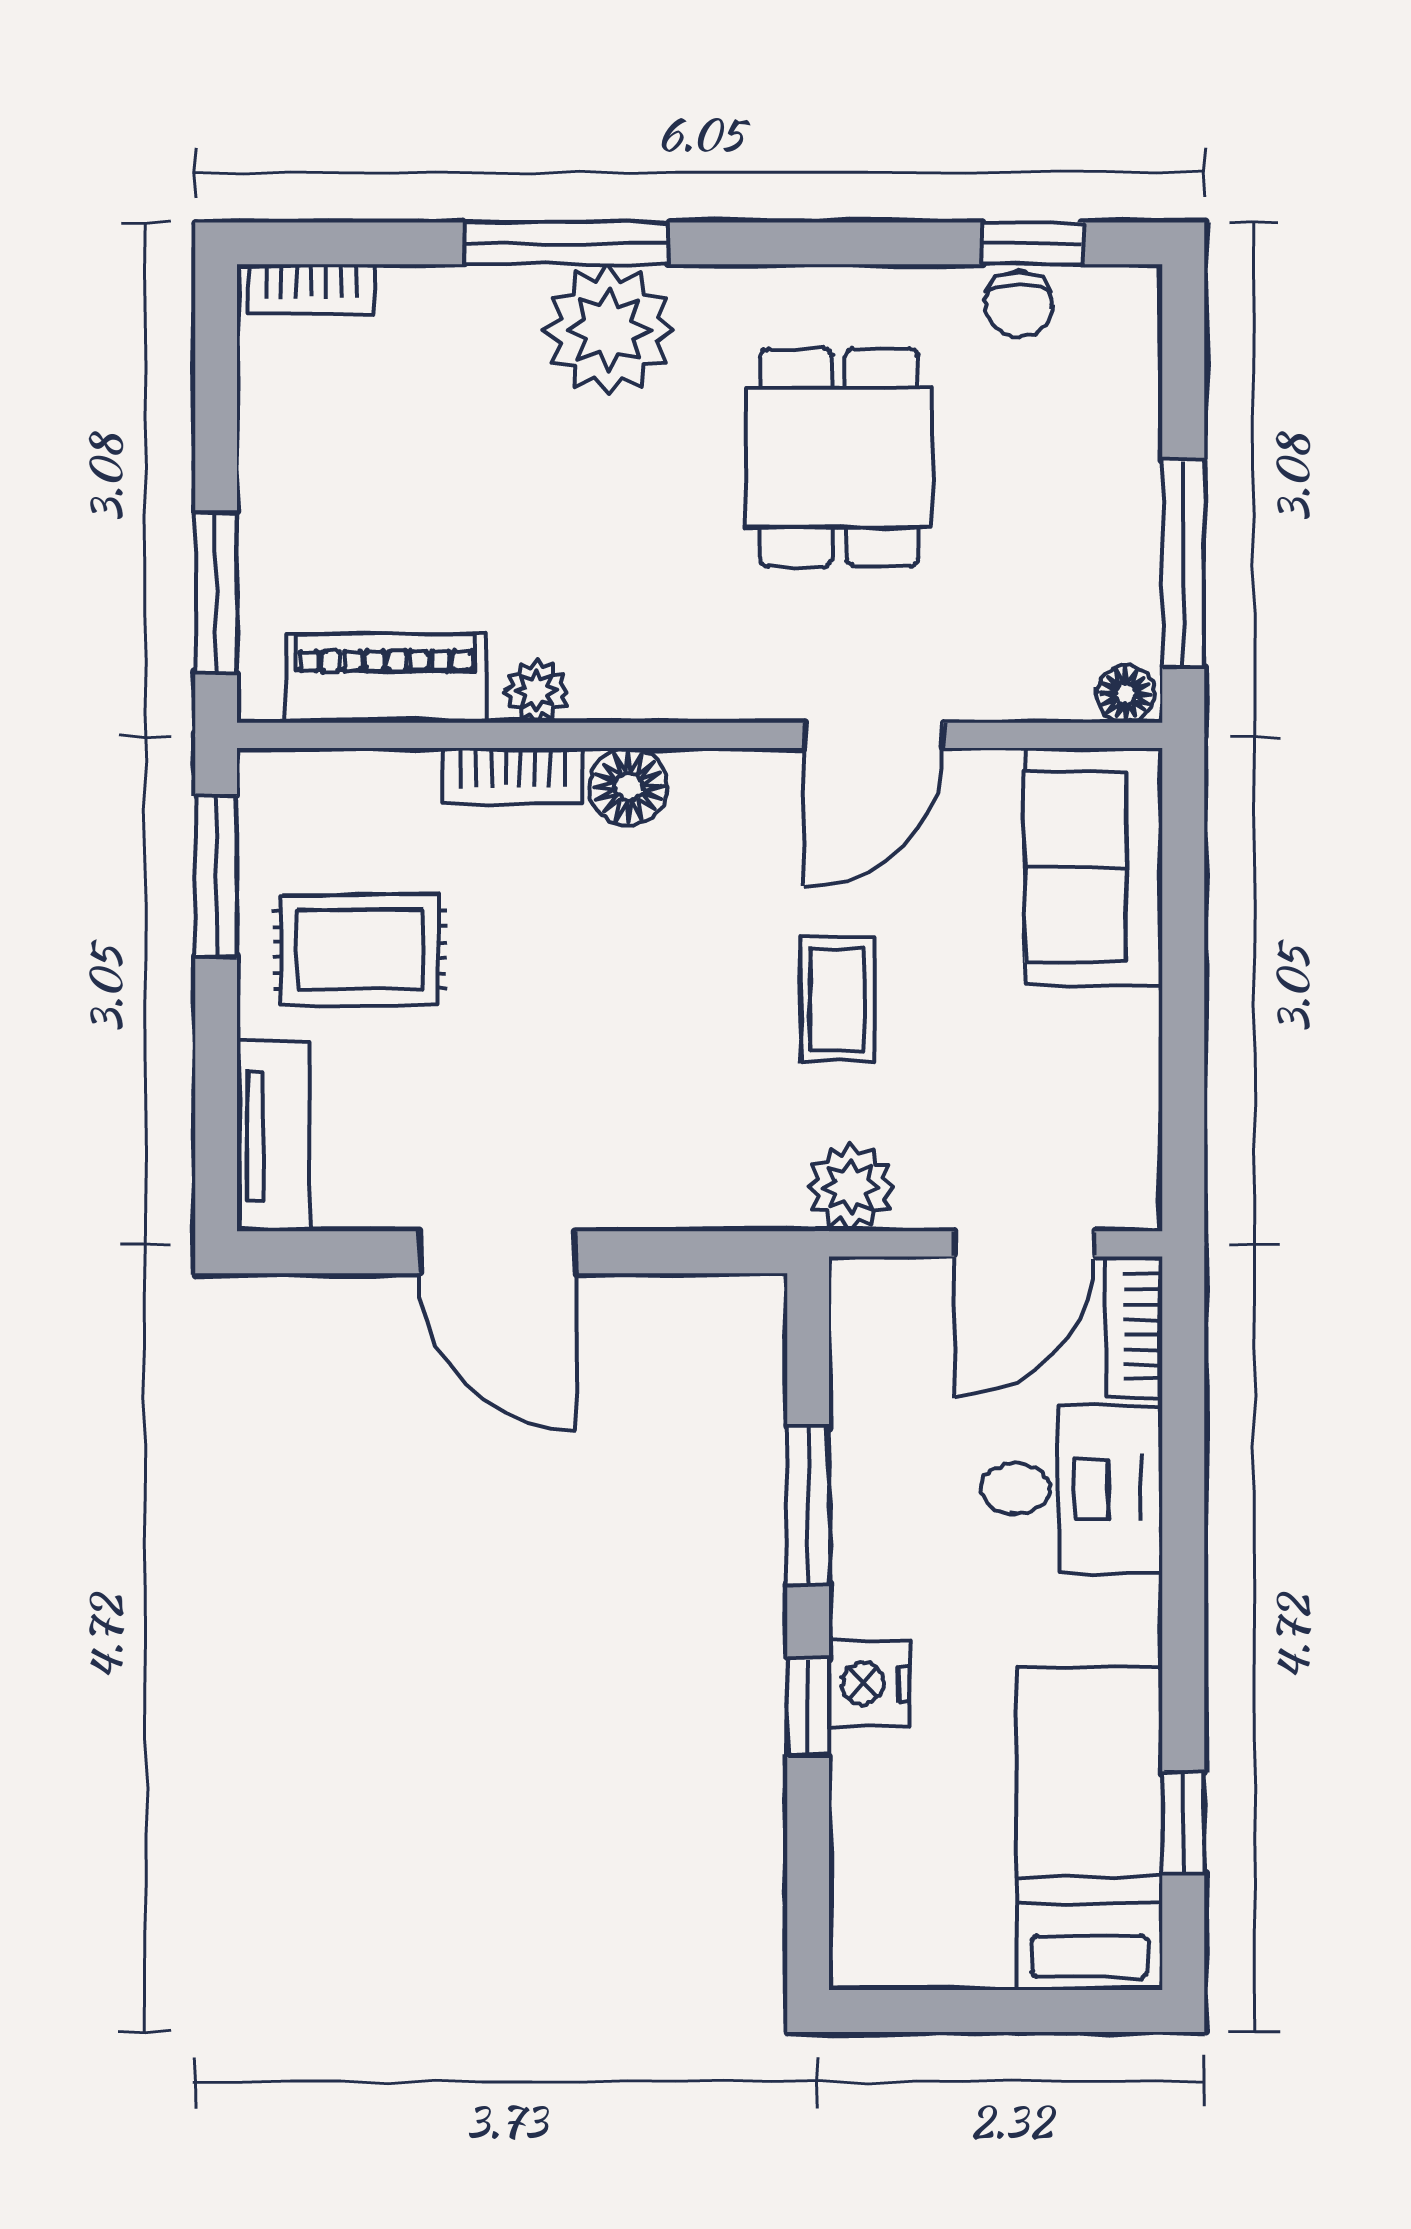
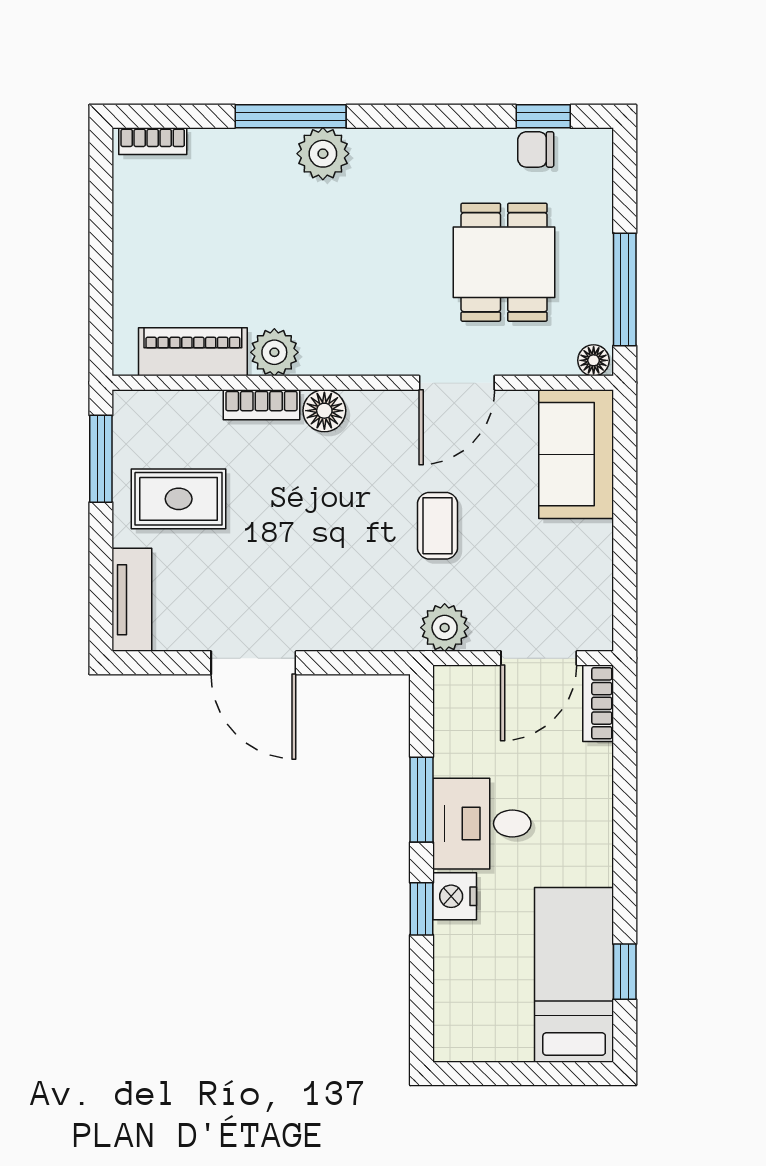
chair: (1019, 305) -> (536, 149), turned 90
plant: (608, 330) -> (323, 154), width x0.73, depth x0.73
dining table: (839, 457) -> (504, 262), moved
window: (216, 592) -> (101, 305), removed
plant: (536, 691) -> (274, 352), width x1.38, depth x1.38
desk: (1072, 1489) -> (482, 824), moved, turned 180

